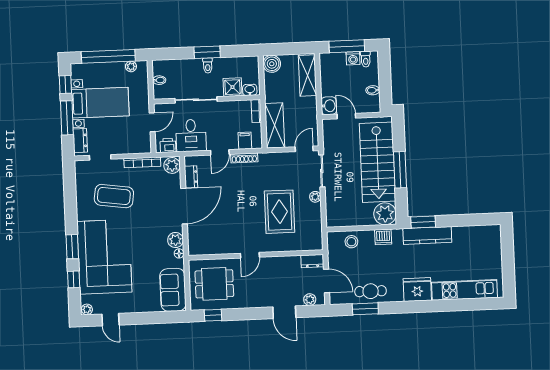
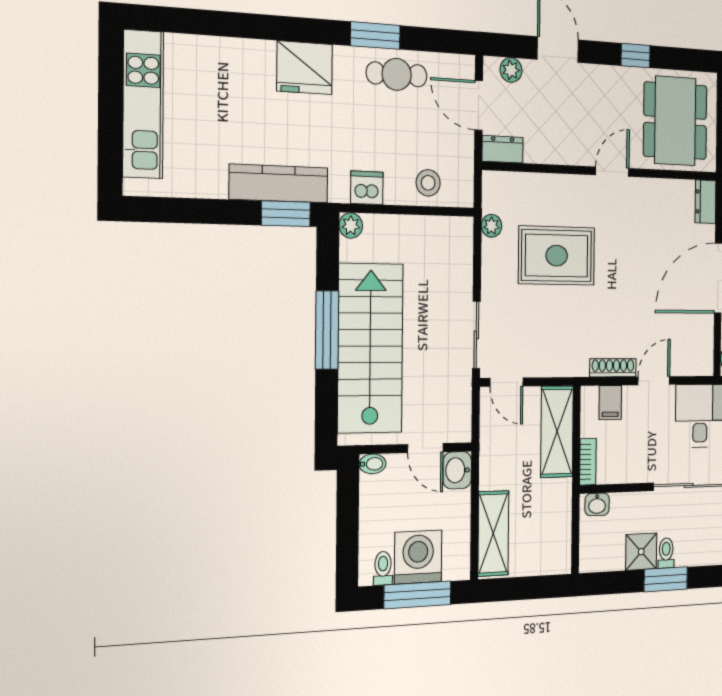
washing machine: (353, 58) -> (418, 557), width x1.89, depth x1.89
boiler: (272, 64) -> (556, 557), removed
shower: (232, 87) -> (641, 552), moved
bidet: (373, 90) -> (372, 464), moved
door: (304, 149) -> (506, 382), hinge flipped
dresser: (191, 177) -> (705, 202), moved
plant: (315, 197) -> (491, 226), moved
rug: (280, 212) -> (557, 256), turned 90
plant: (385, 214) -> (351, 225), width x0.53, depth x0.53
dining table: (214, 284) -> (675, 121), width x1.38
kitchen unit: (465, 290) -> (143, 104), moved, turned -90
window: (365, 309) -> (375, 36), moved
window: (213, 315) -> (636, 56), moved

